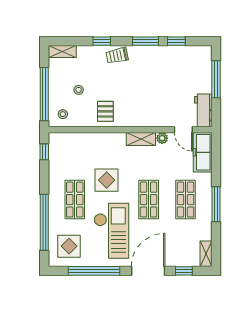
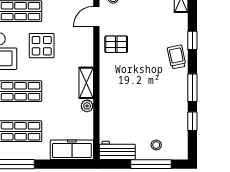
stool: (79, 90) -> (156, 145), moved
door: (183, 130) -> (96, 16), moved

